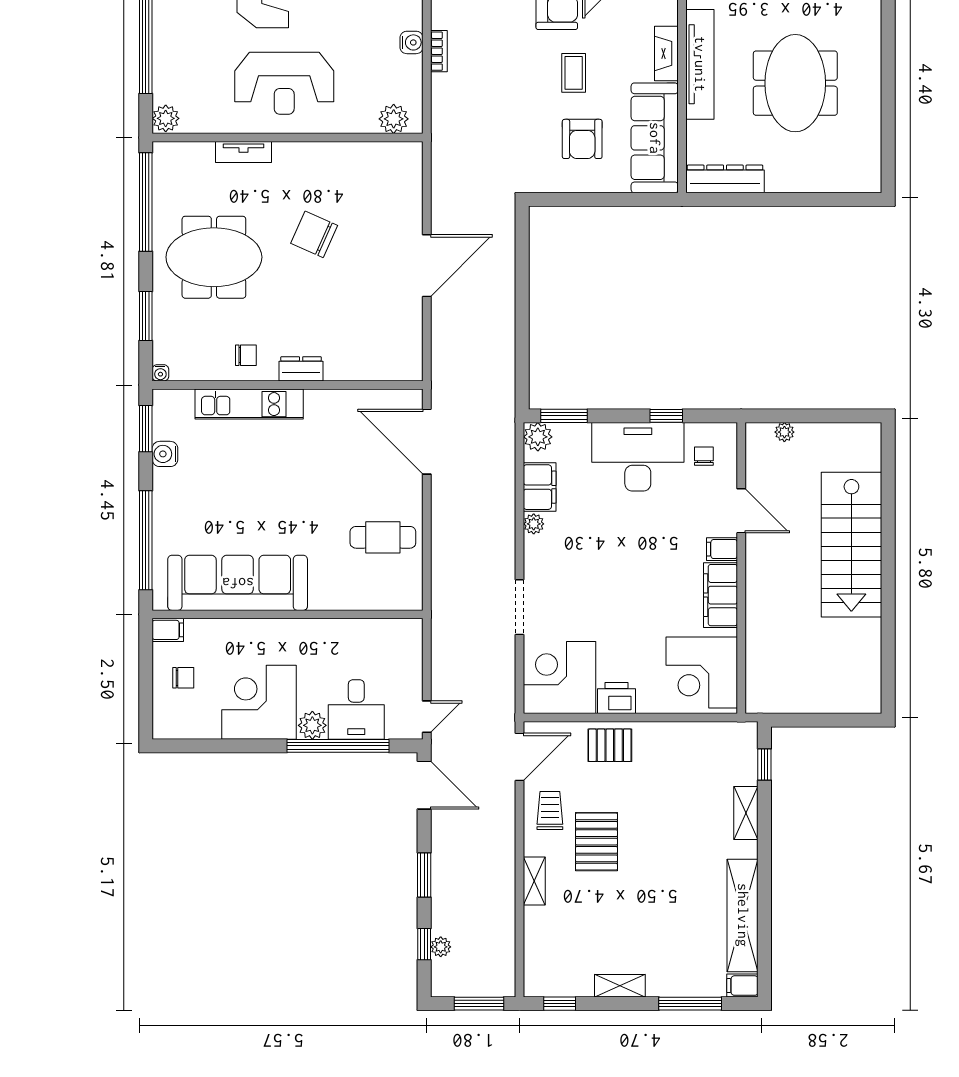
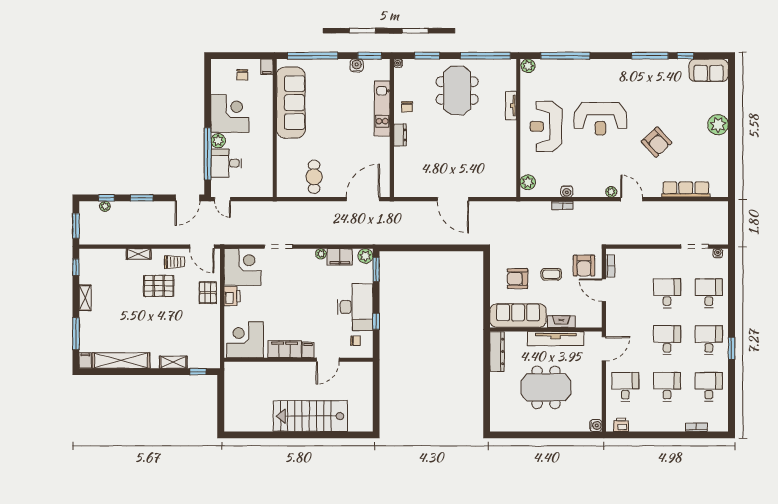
chair: (314, 234) -> (469, 142), removed
plant: (784, 432) -> (368, 382), removed

